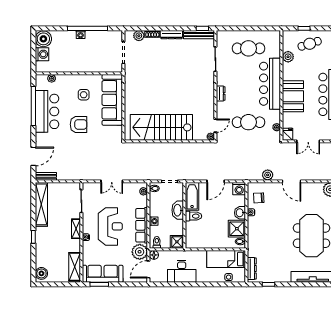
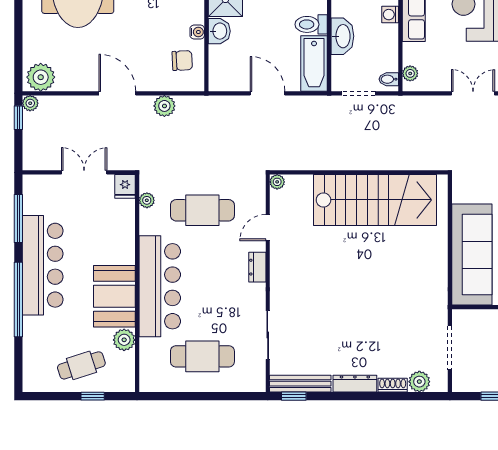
booth: (293, 96) -> (114, 296), moved
door: (215, 126) -> (268, 228), moved
door: (216, 181) -> (268, 93), hinge flipped
washing machine: (239, 189) -> (221, 79), removed

